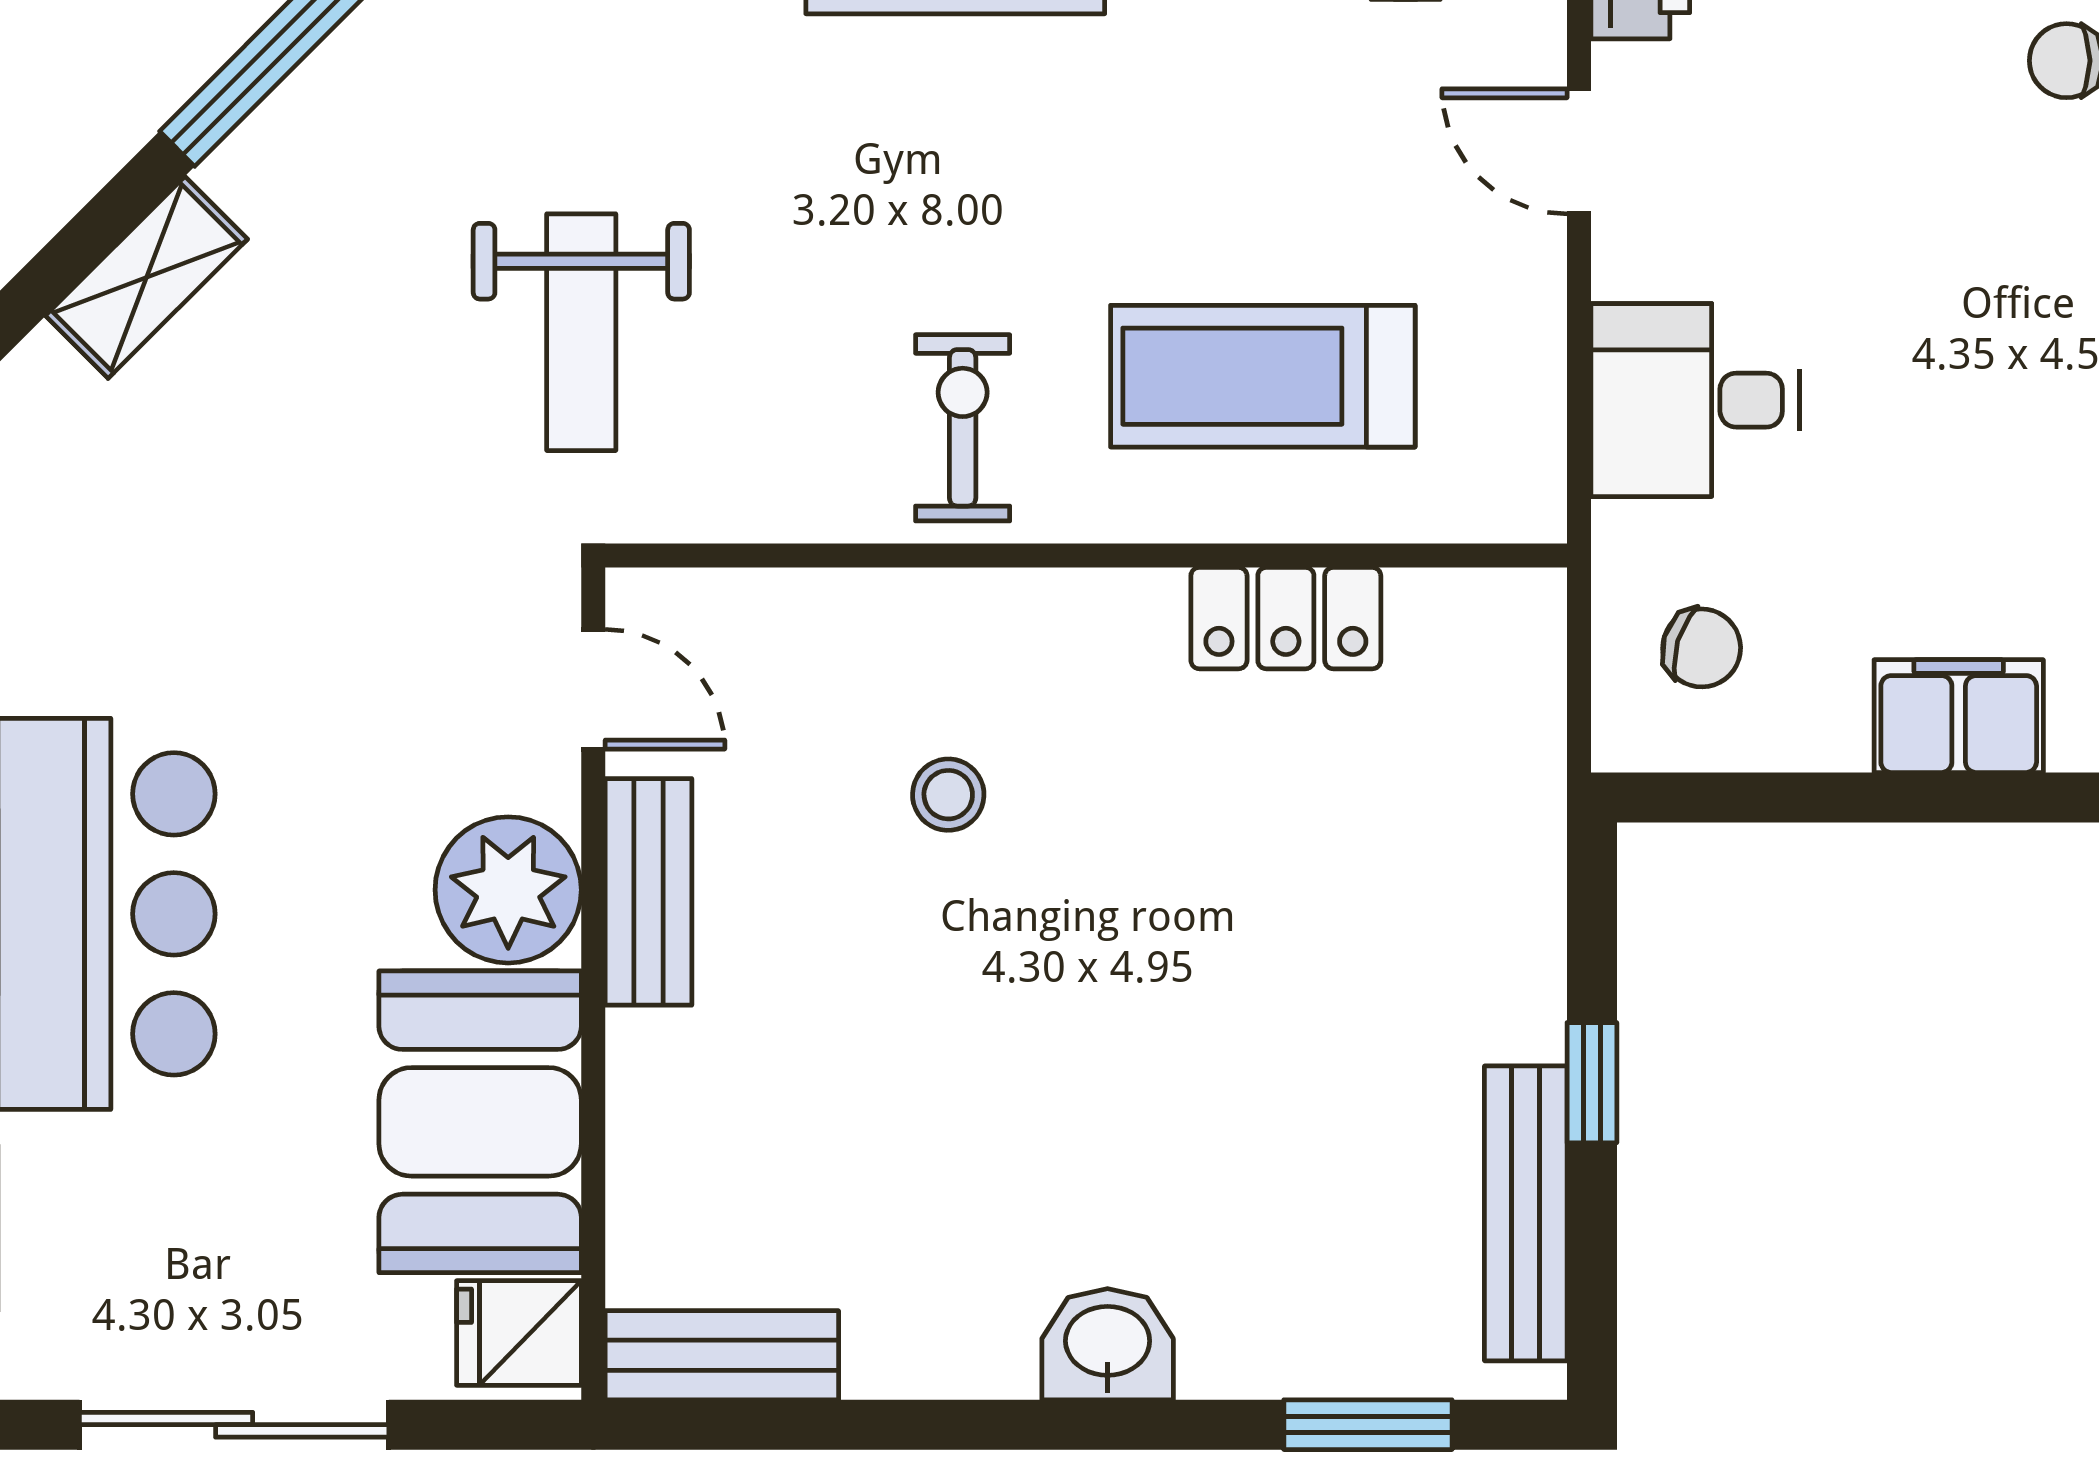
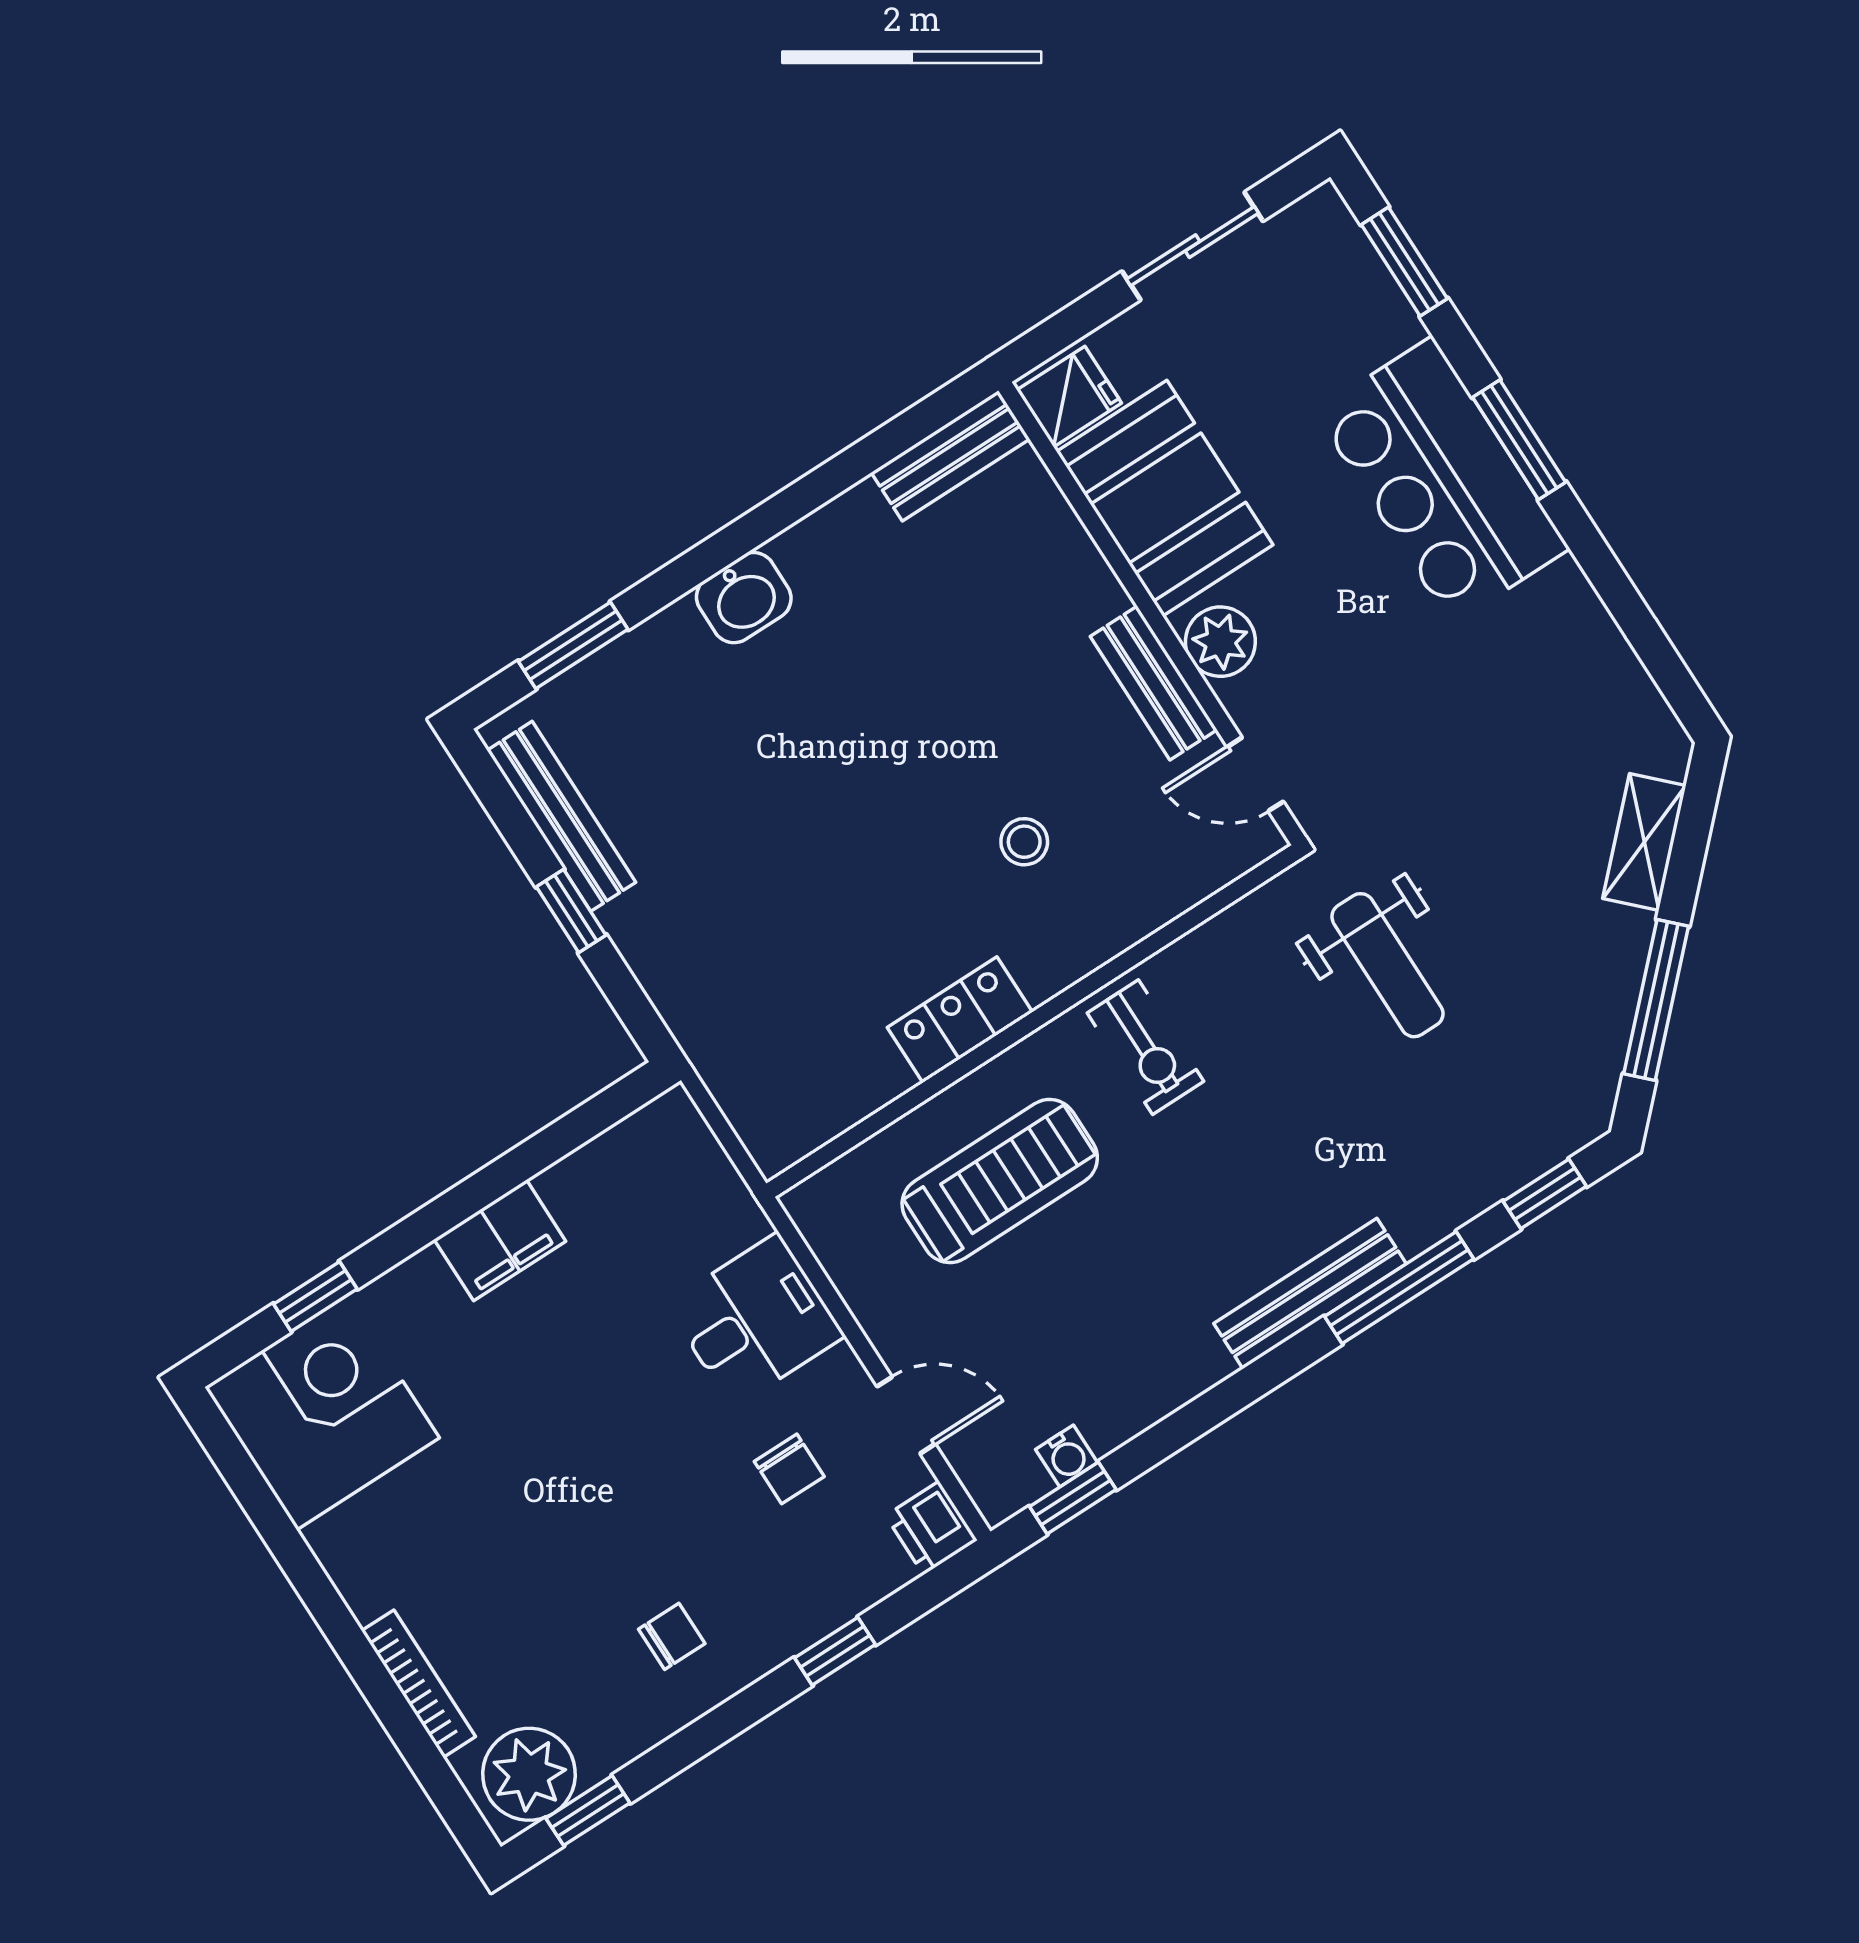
weight bench: (581, 332) -> (1387, 965), turned 180
locker: (1286, 618) -> (960, 1020), moved
chair: (1702, 648) -> (789, 1469), moved, turned -107
plant: (508, 890) -> (1220, 642), width x0.73, depth x0.73
sliding door: (234, 1425) -> (1193, 246), width x0.73

